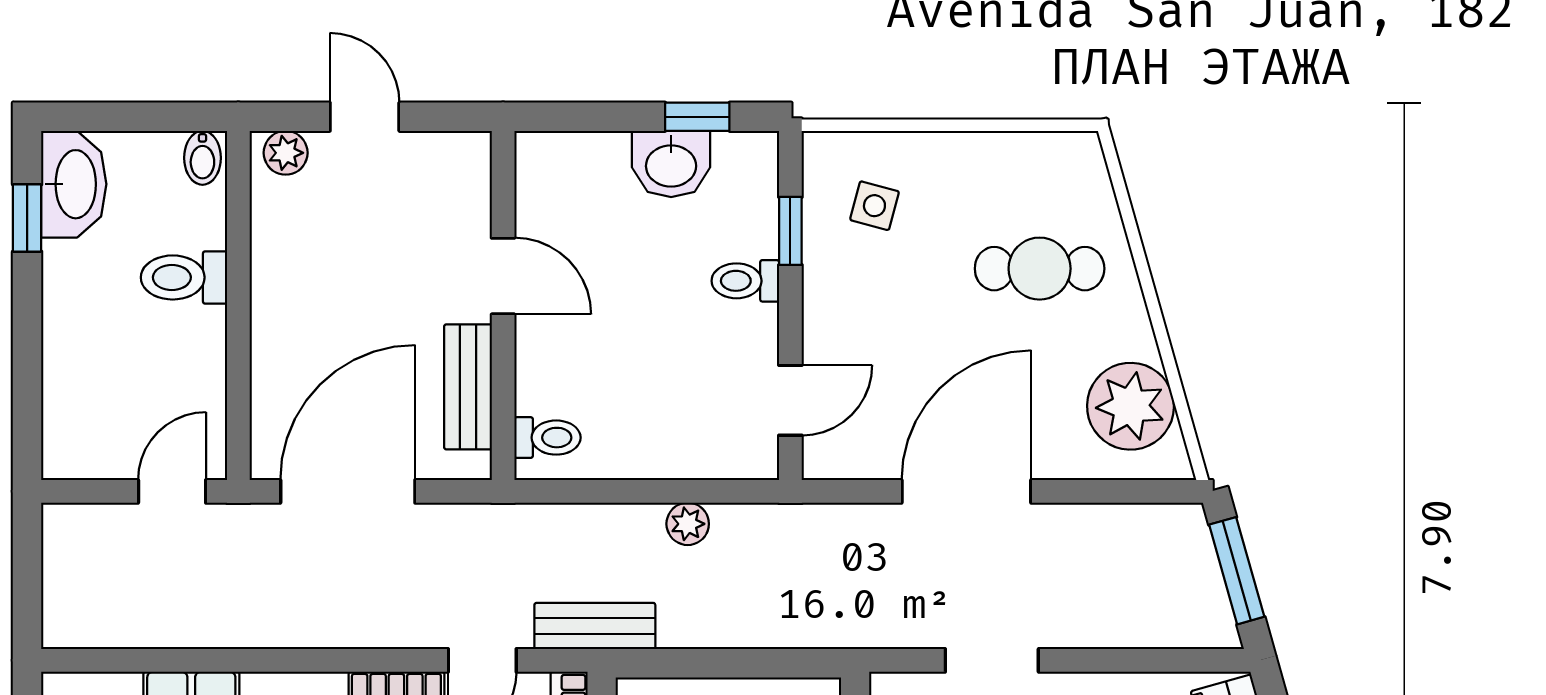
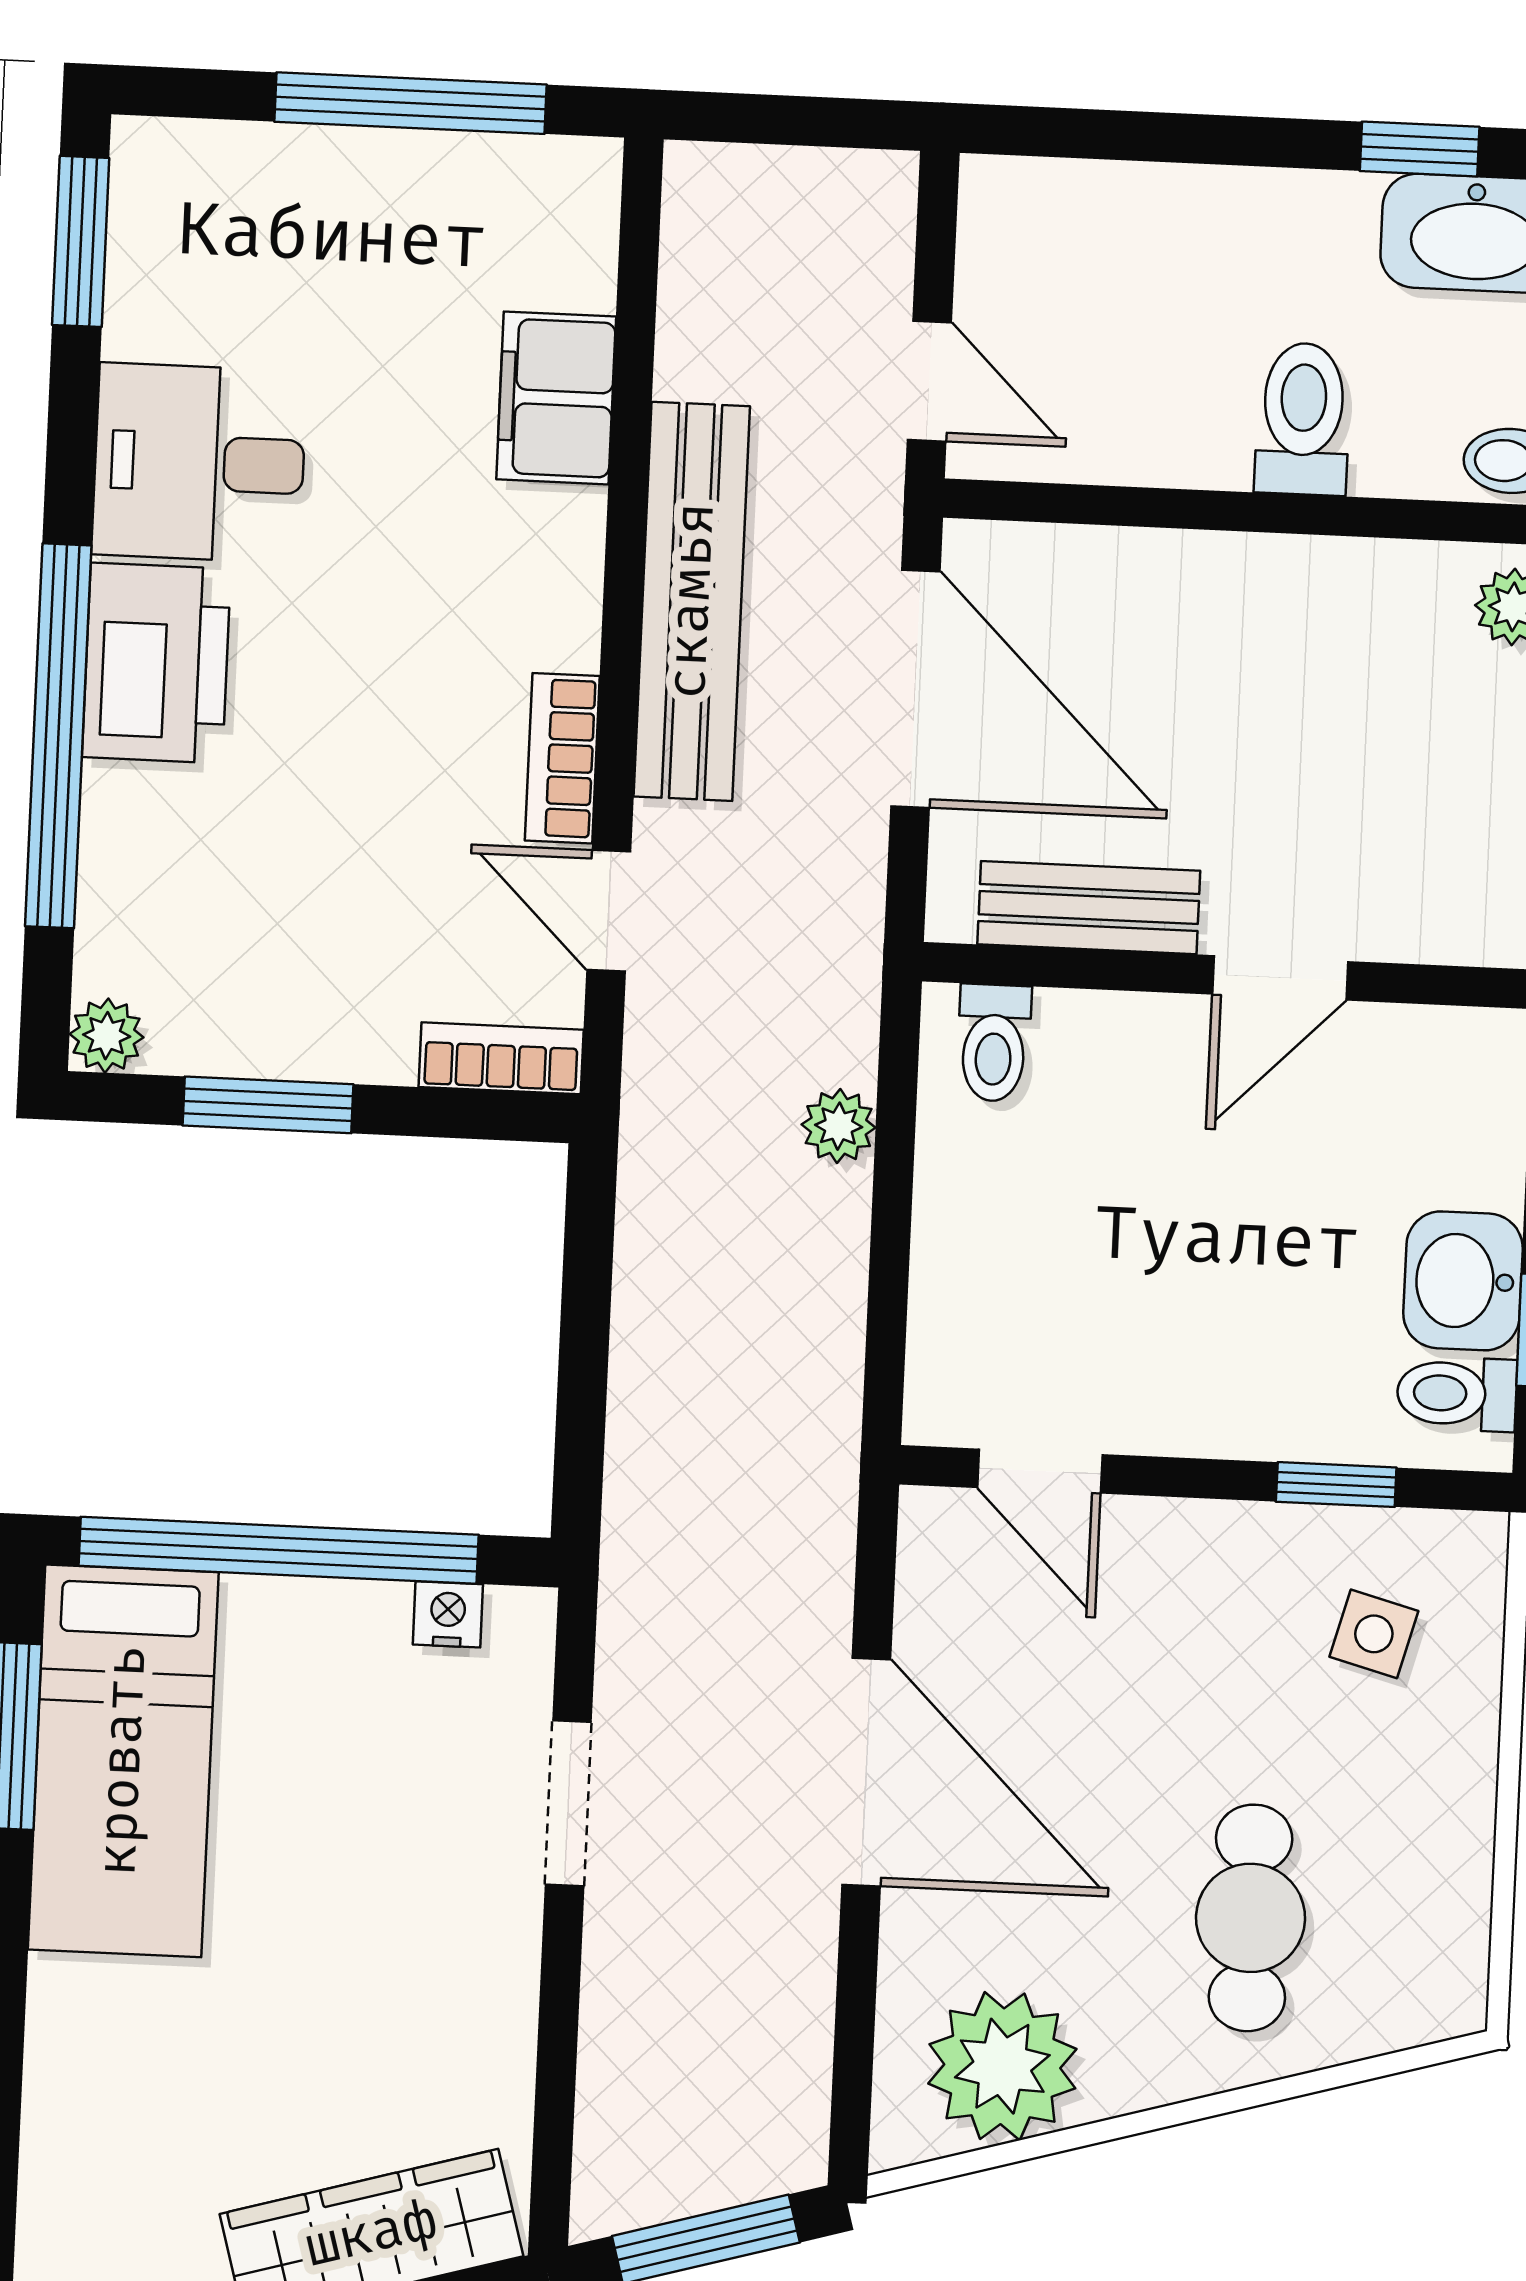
toilet: (745, 281) -> (1457, 1394), moved, turned -90
plant: (688, 524) -> (839, 1126), moved
bench: (595, 626) -> (692, 601), moved, width x1.86, depth x1.21

